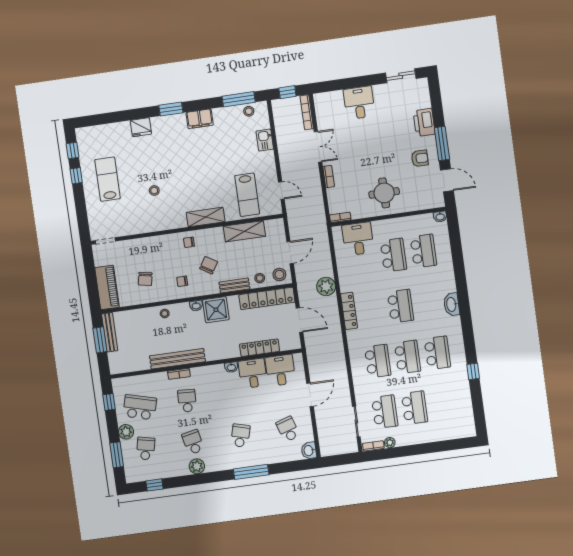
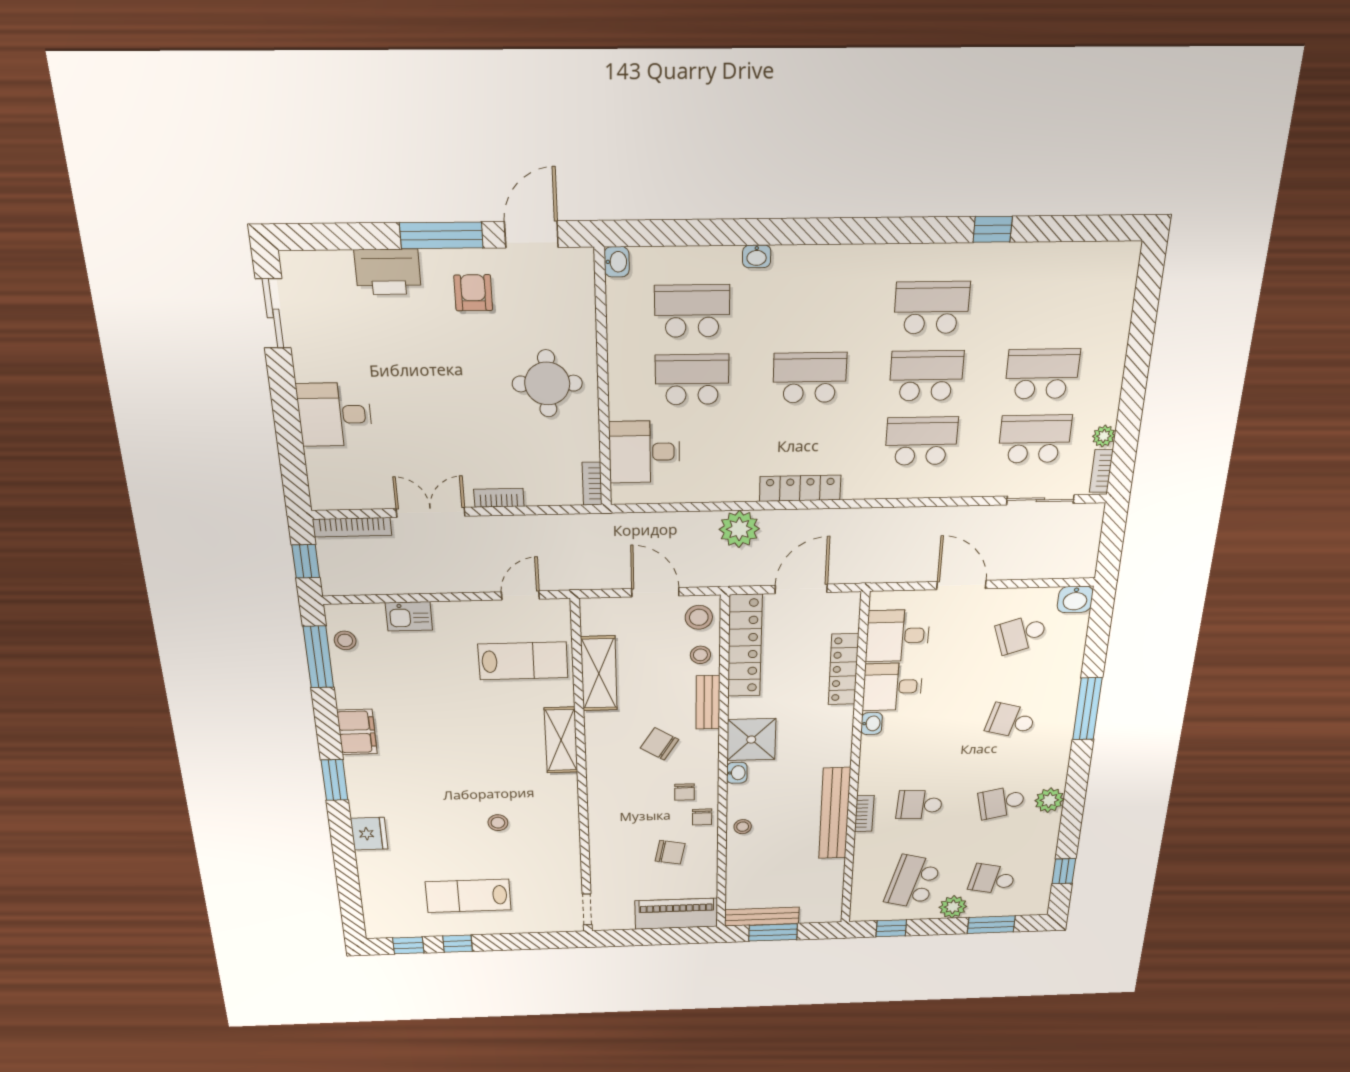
chair: (189, 242) -> (702, 817), moved
washbasin: (452, 304) -> (757, 256), moved, width x0.52, depth x0.69

